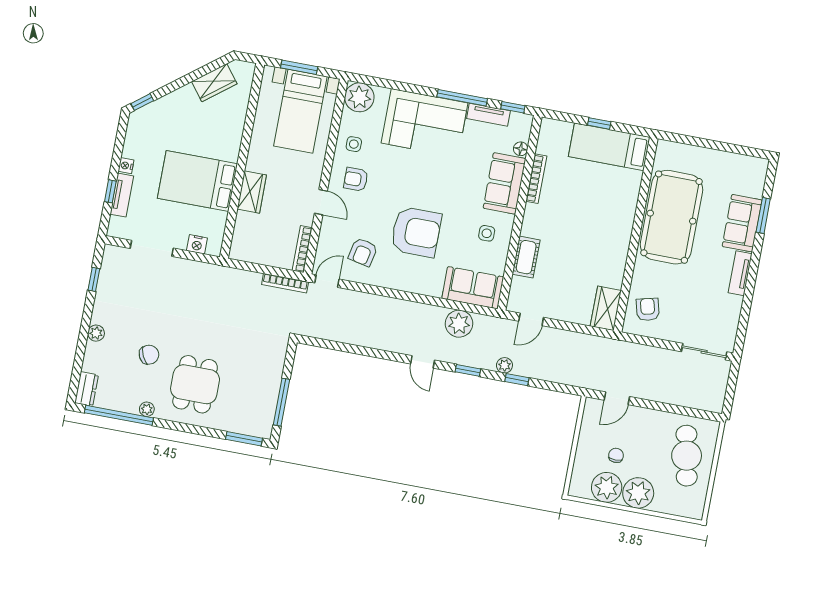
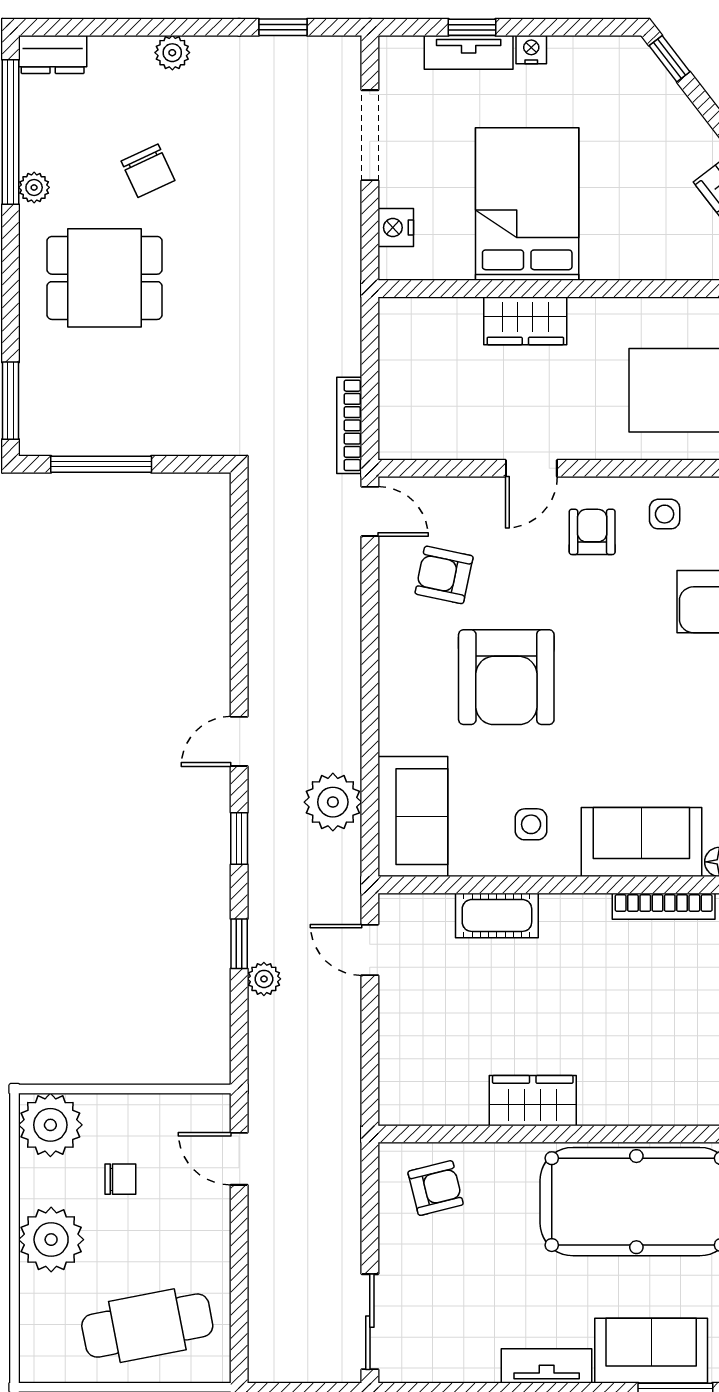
bookcase: (302, 249) -> (427, 448), removed
wardrobe: (606, 308) -> (533, 1101), moved
plant: (504, 365) -> (264, 979), moved
plant: (607, 487) -> (50, 1125), moved

